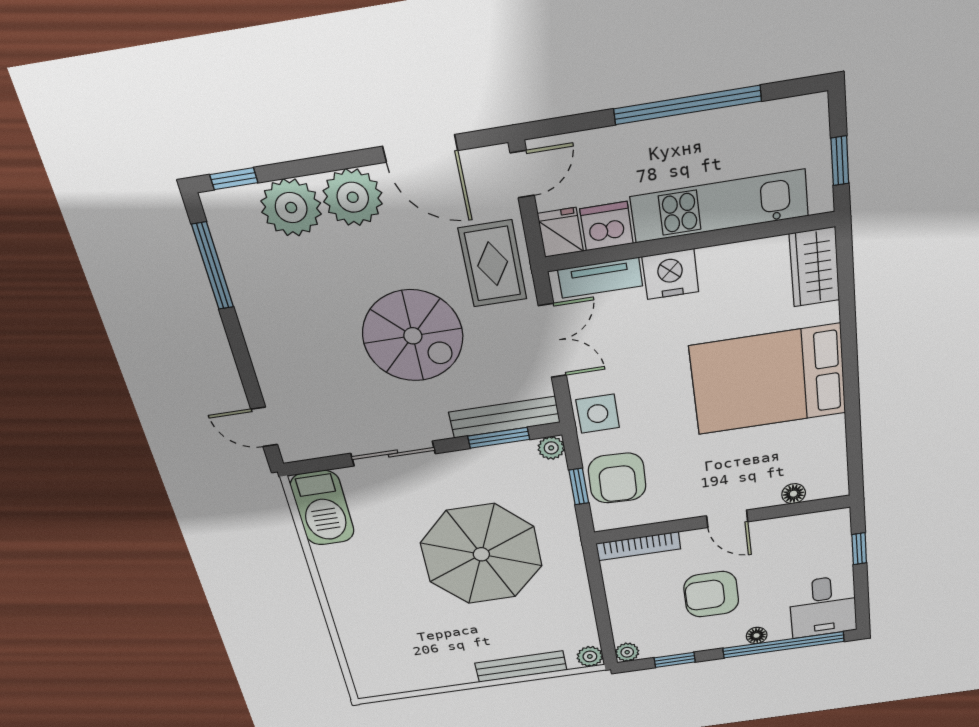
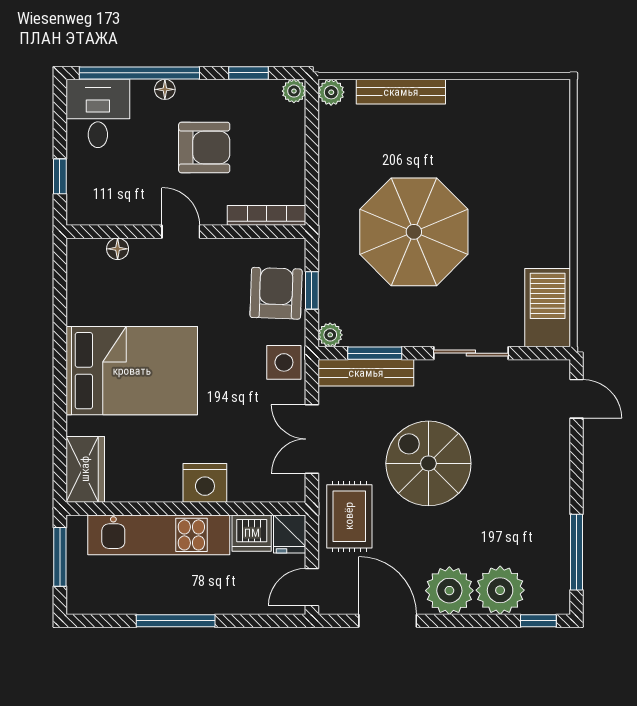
window: (688, 105) -> (176, 621), width x0.68
window: (840, 161) -> (60, 557), width x1.50
tv unit: (600, 278) -> (263, 489), removed

